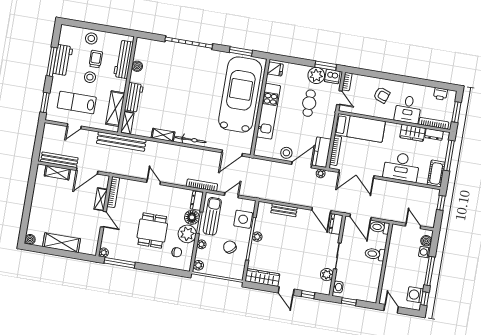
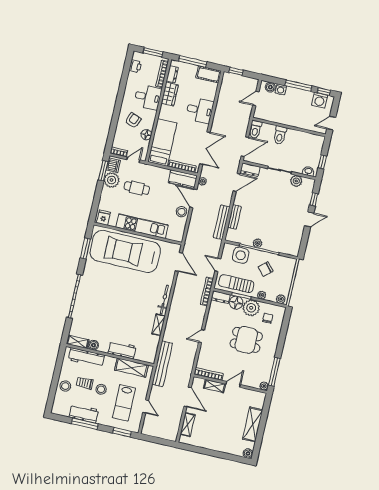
floor lamp: (367, 110) -> (146, 135), added
shelving: (127, 123) -> (78, 342), moved
bench: (59, 160) -> (222, 222), moved
desk: (401, 167) -> (200, 110), width x0.73
wardrobe: (262, 277) -> (295, 241), removed

